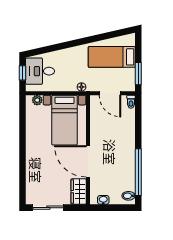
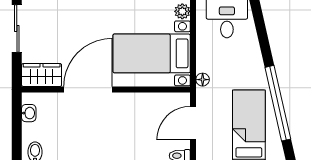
window: (97, 38) -> (278, 103), added

